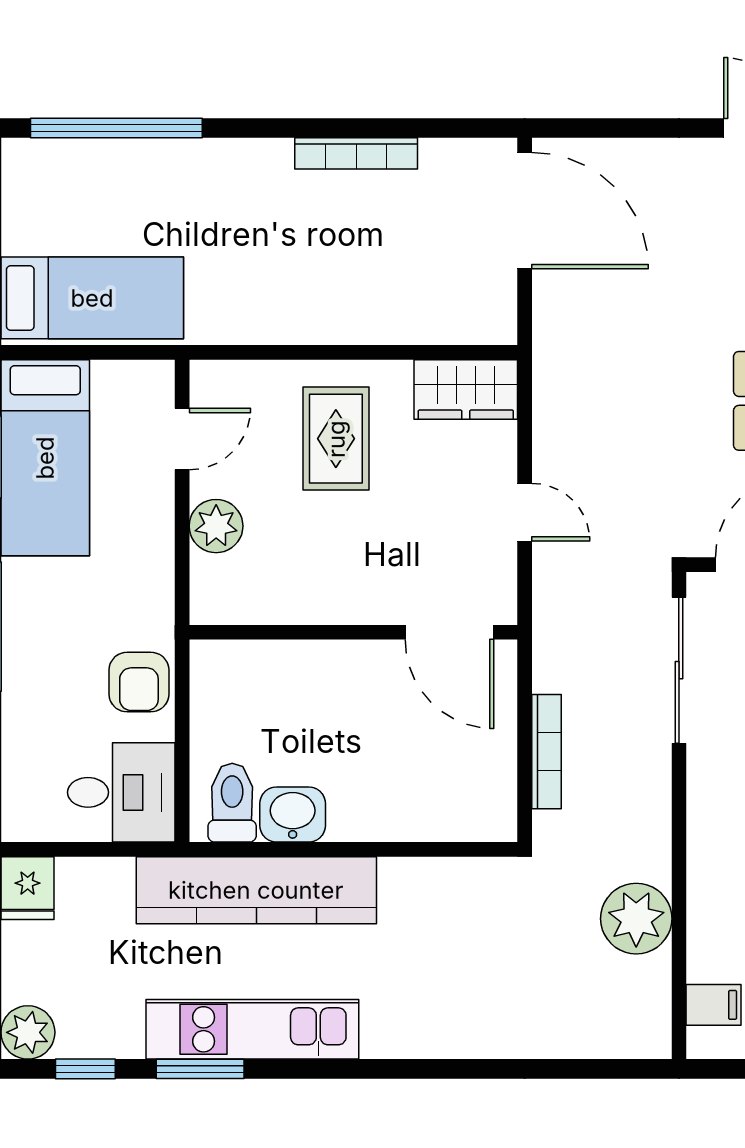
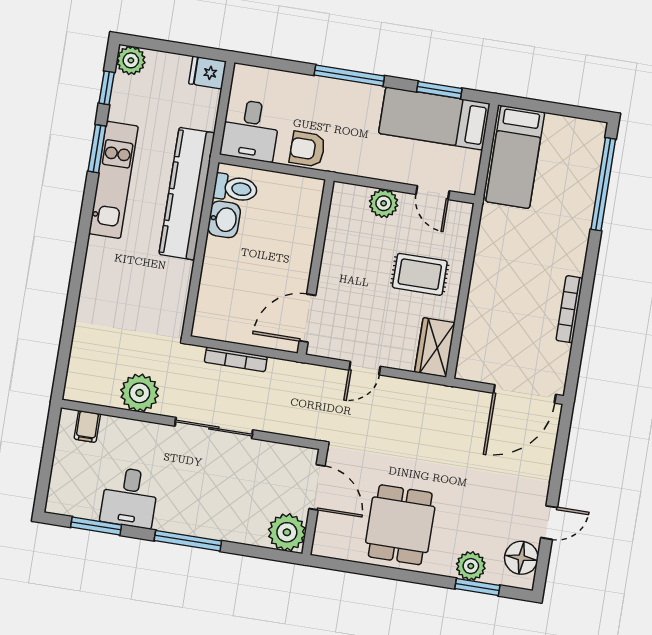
sliding door: (679, 670) -> (214, 428), moved

